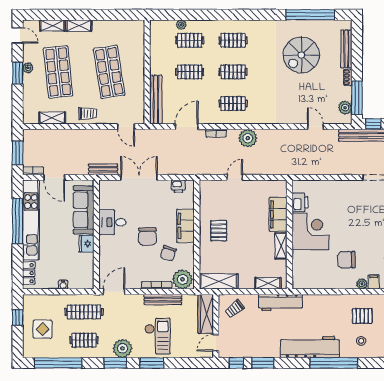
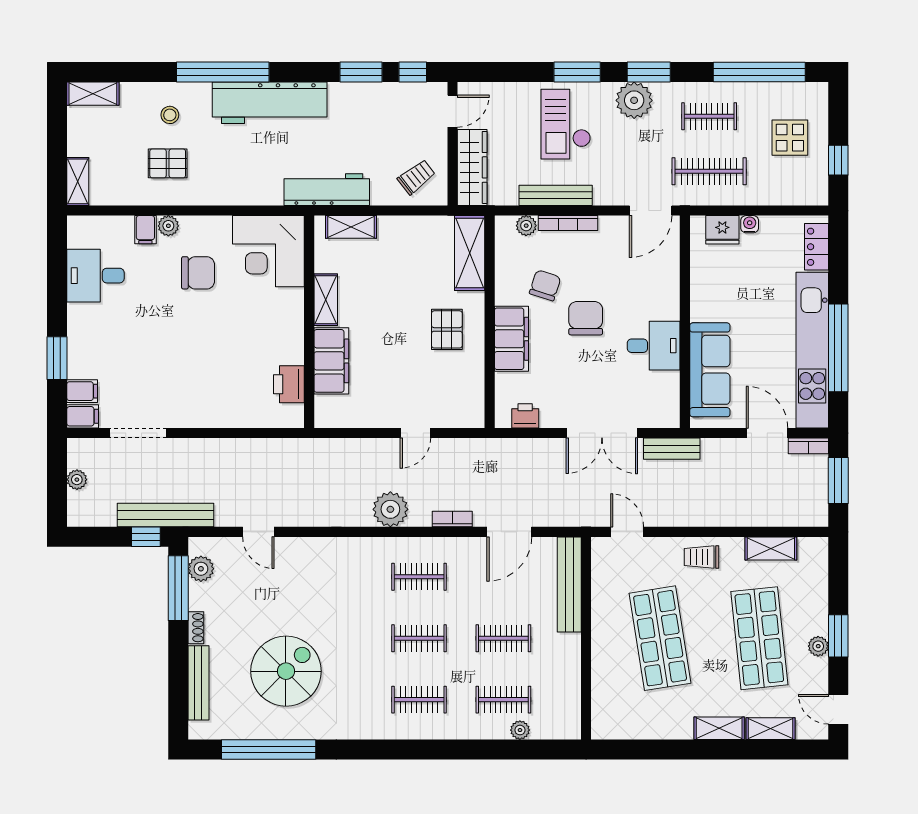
corner desk: (310, 231) -> (268, 251), moved
fridge: (86, 244) -> (722, 230), moved, turned 90
plant: (183, 279) -> (526, 226), width x0.53, depth x0.53
shelving: (219, 281) -> (470, 253), moved, turned 90

